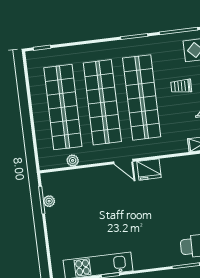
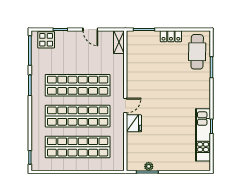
trolley: (181, 86) -> (73, 54), removed
plant: (73, 160) -> (120, 144), removed
fridge: (149, 170) -> (134, 123), moved

